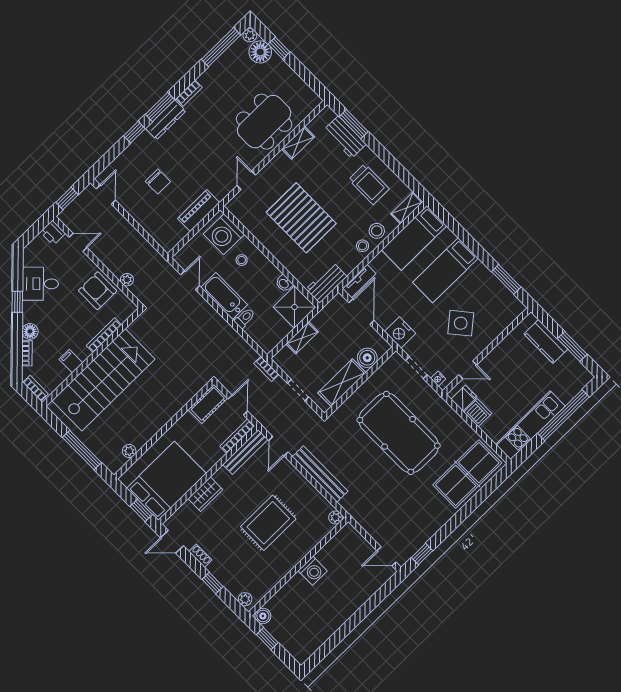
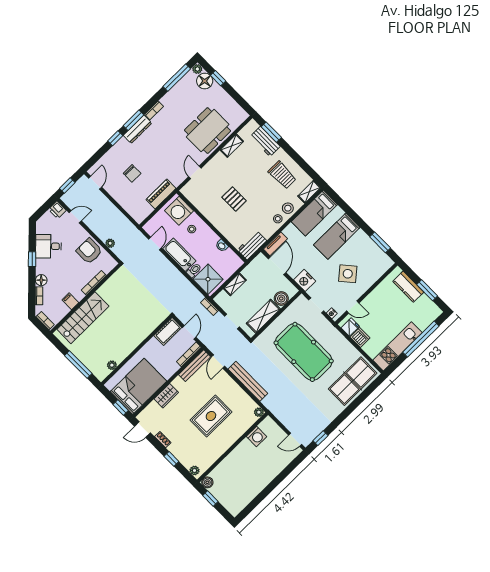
pallet: (301, 218) -> (234, 199), width x0.49, depth x0.50
shower: (295, 307) -> (208, 279), moved
stairs: (103, 380) -> (83, 318), width x0.73, depth x0.66
washing machine: (313, 571) -> (257, 436), moved

